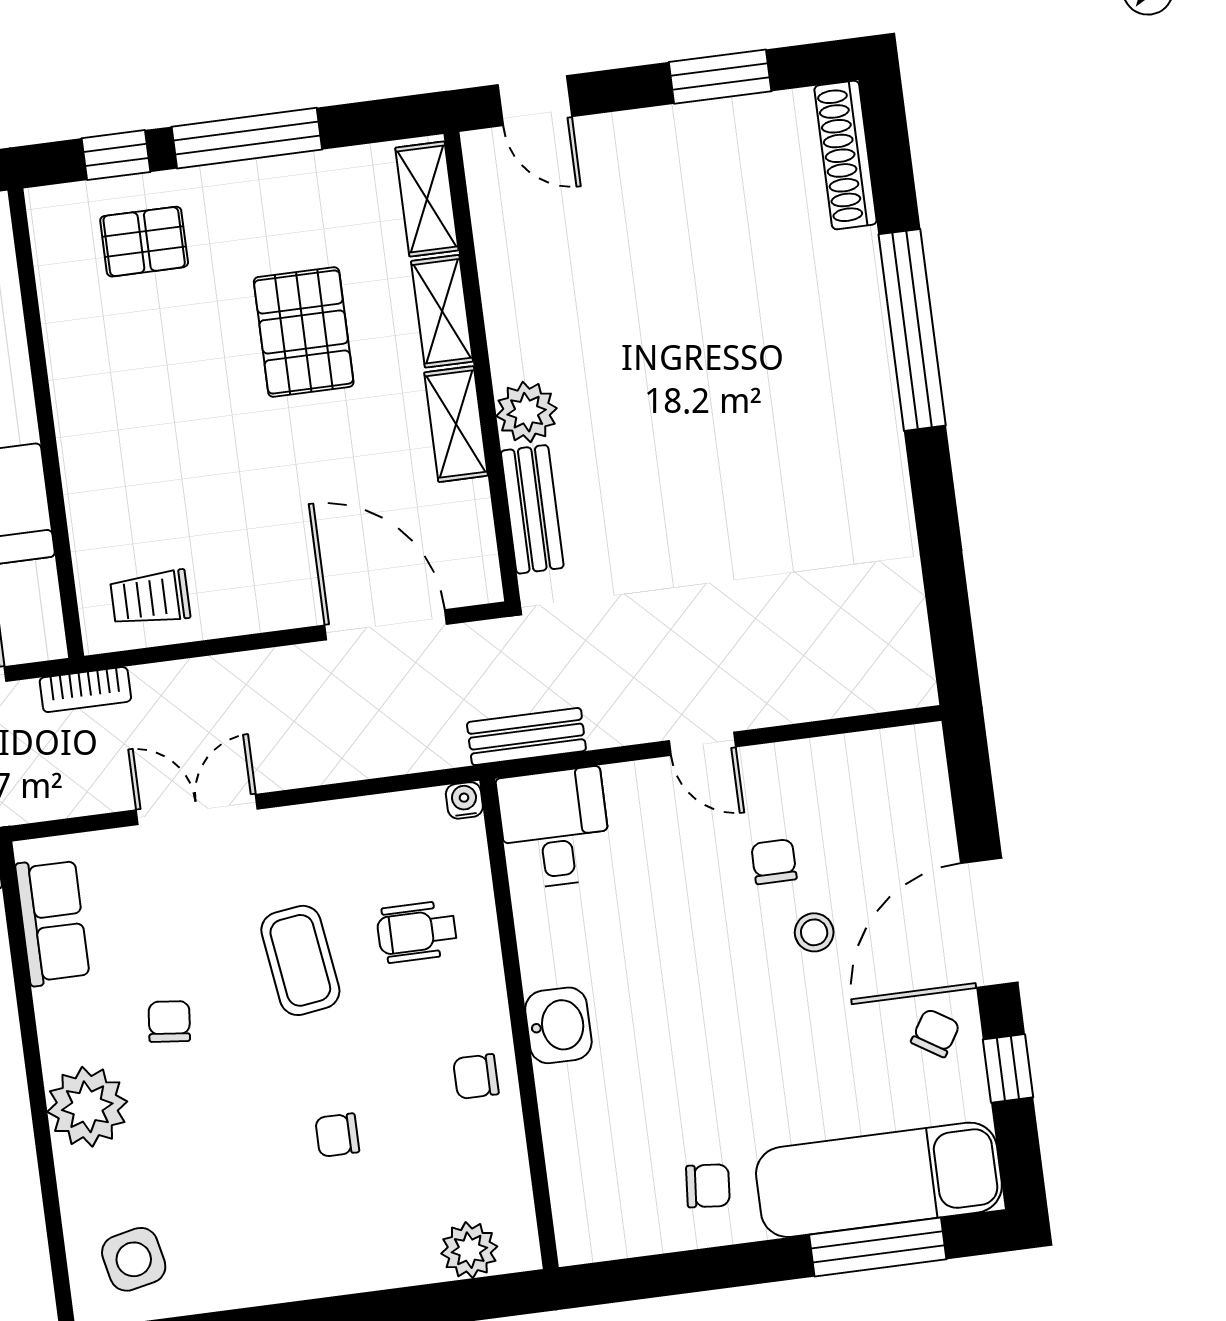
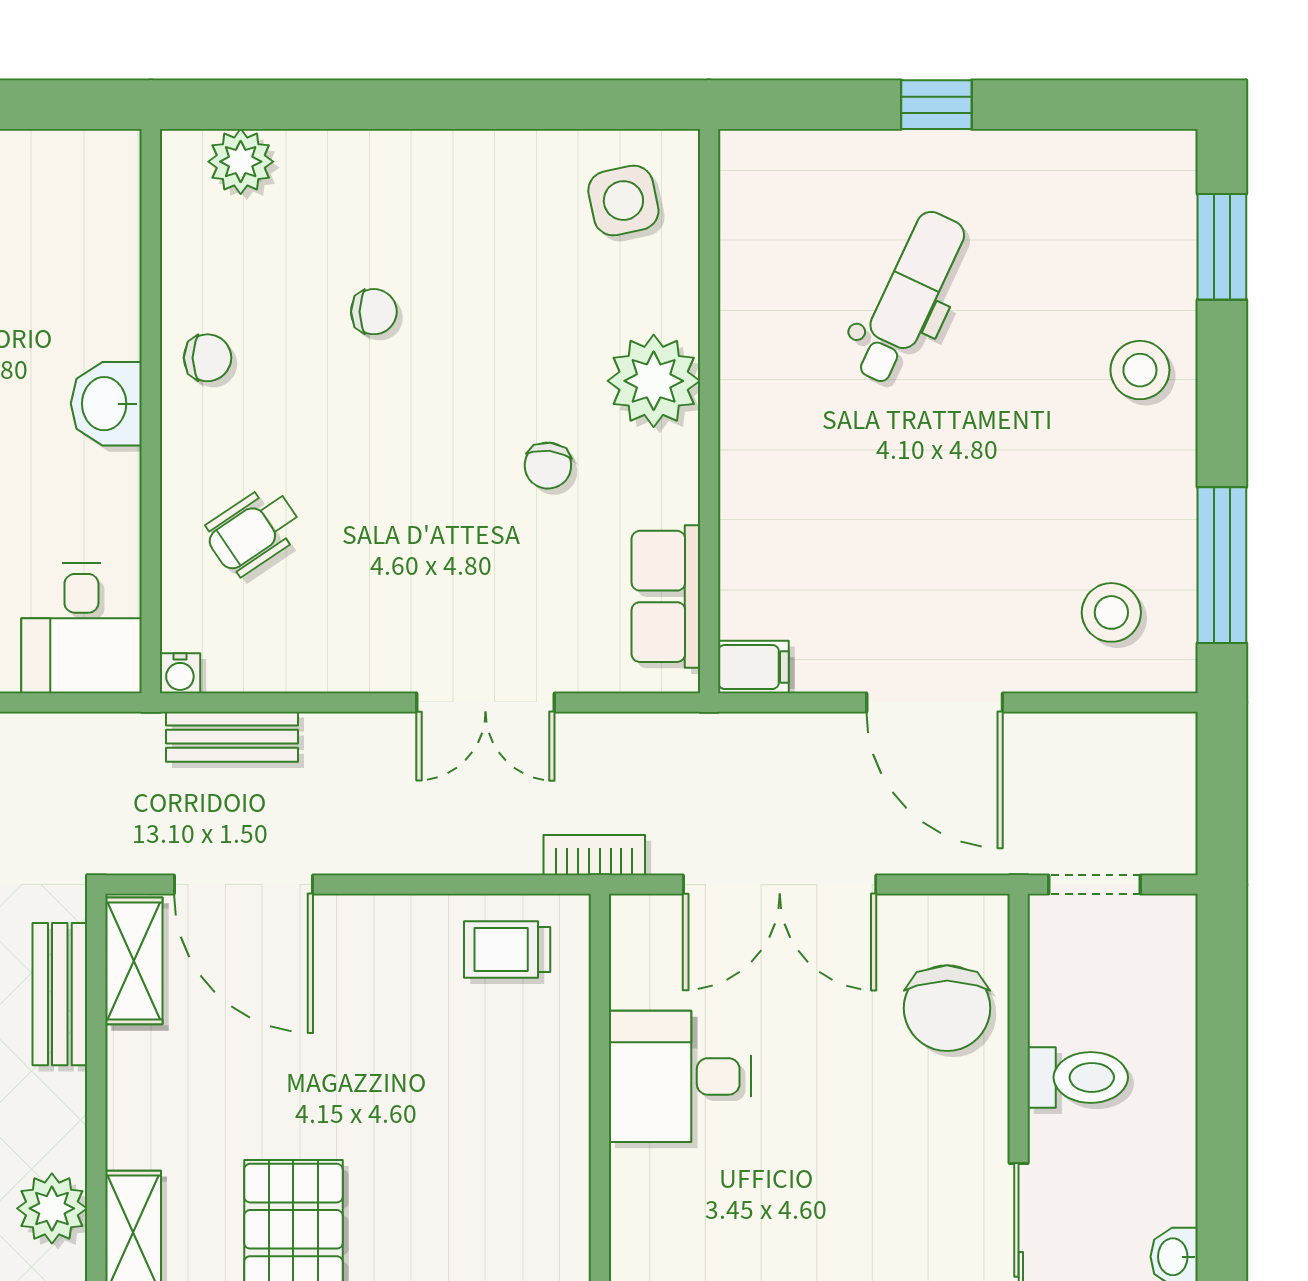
plant: (527, 412) -> (52, 1208), moved
shelving: (456, 424) -> (134, 961), moved
trolley: (150, 598) -> (507, 950), turned 180
bench: (526, 737) -> (232, 737), moved
wheelchair: (417, 932) -> (253, 531), turned 146
coffee table: (300, 960) -> (390, 516), removed

